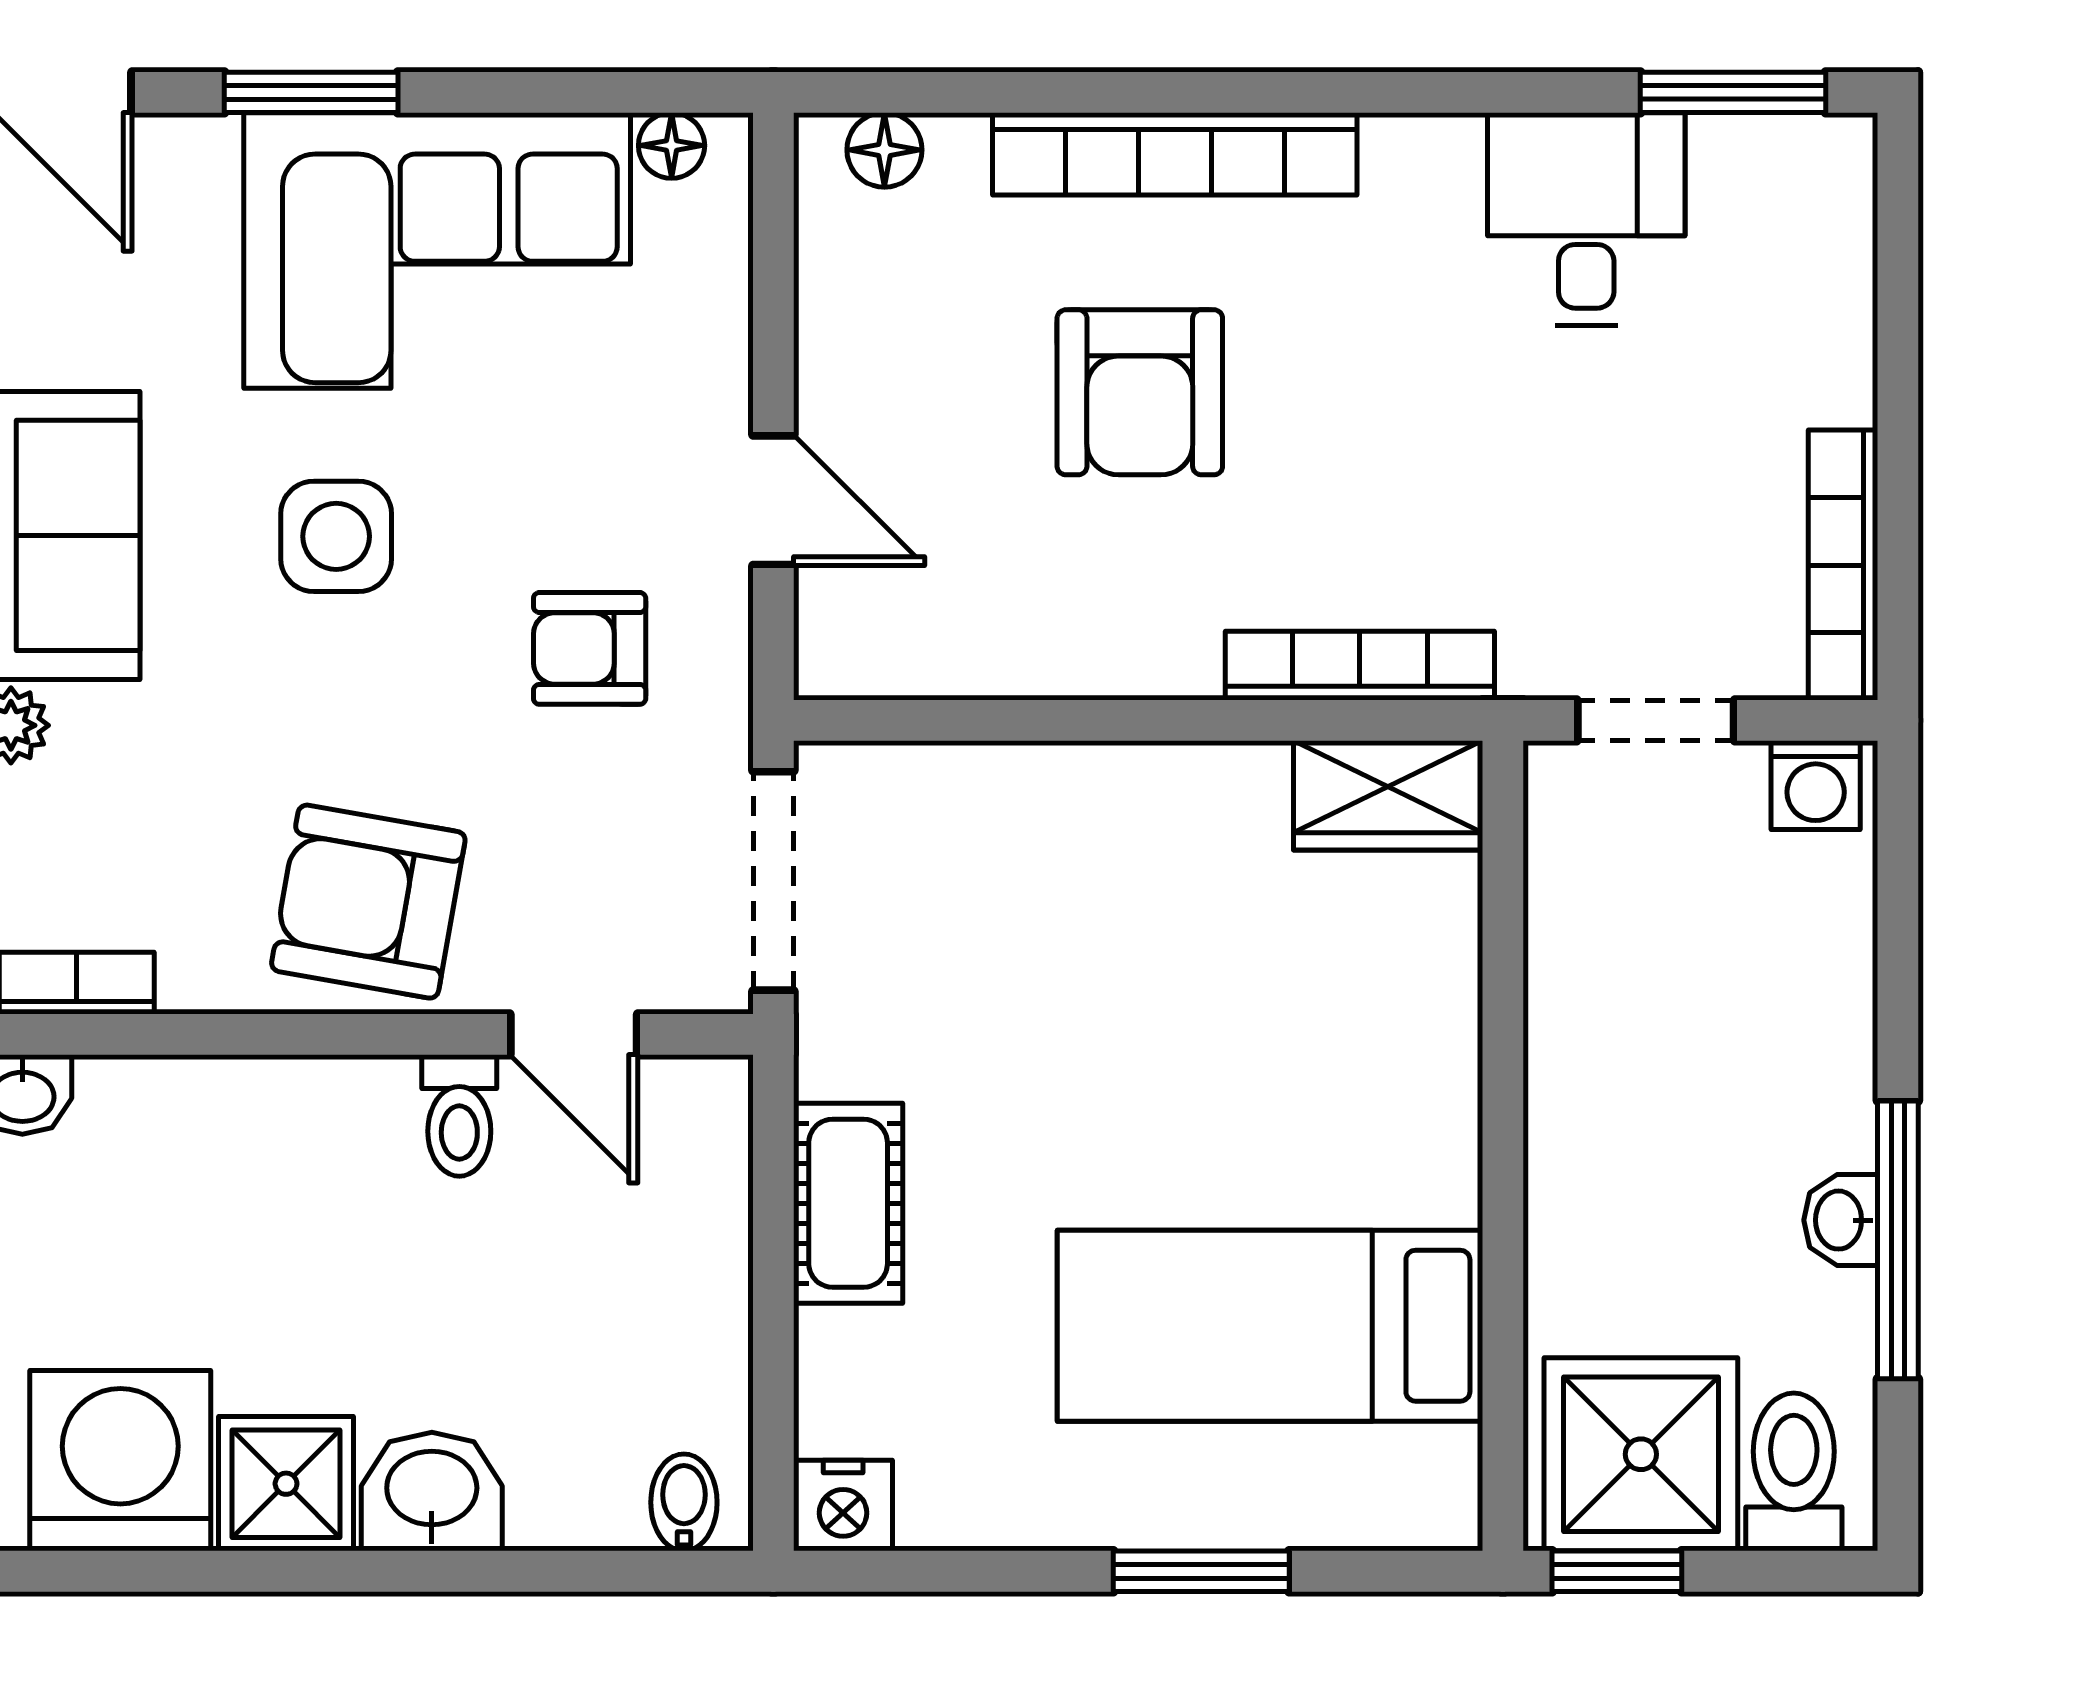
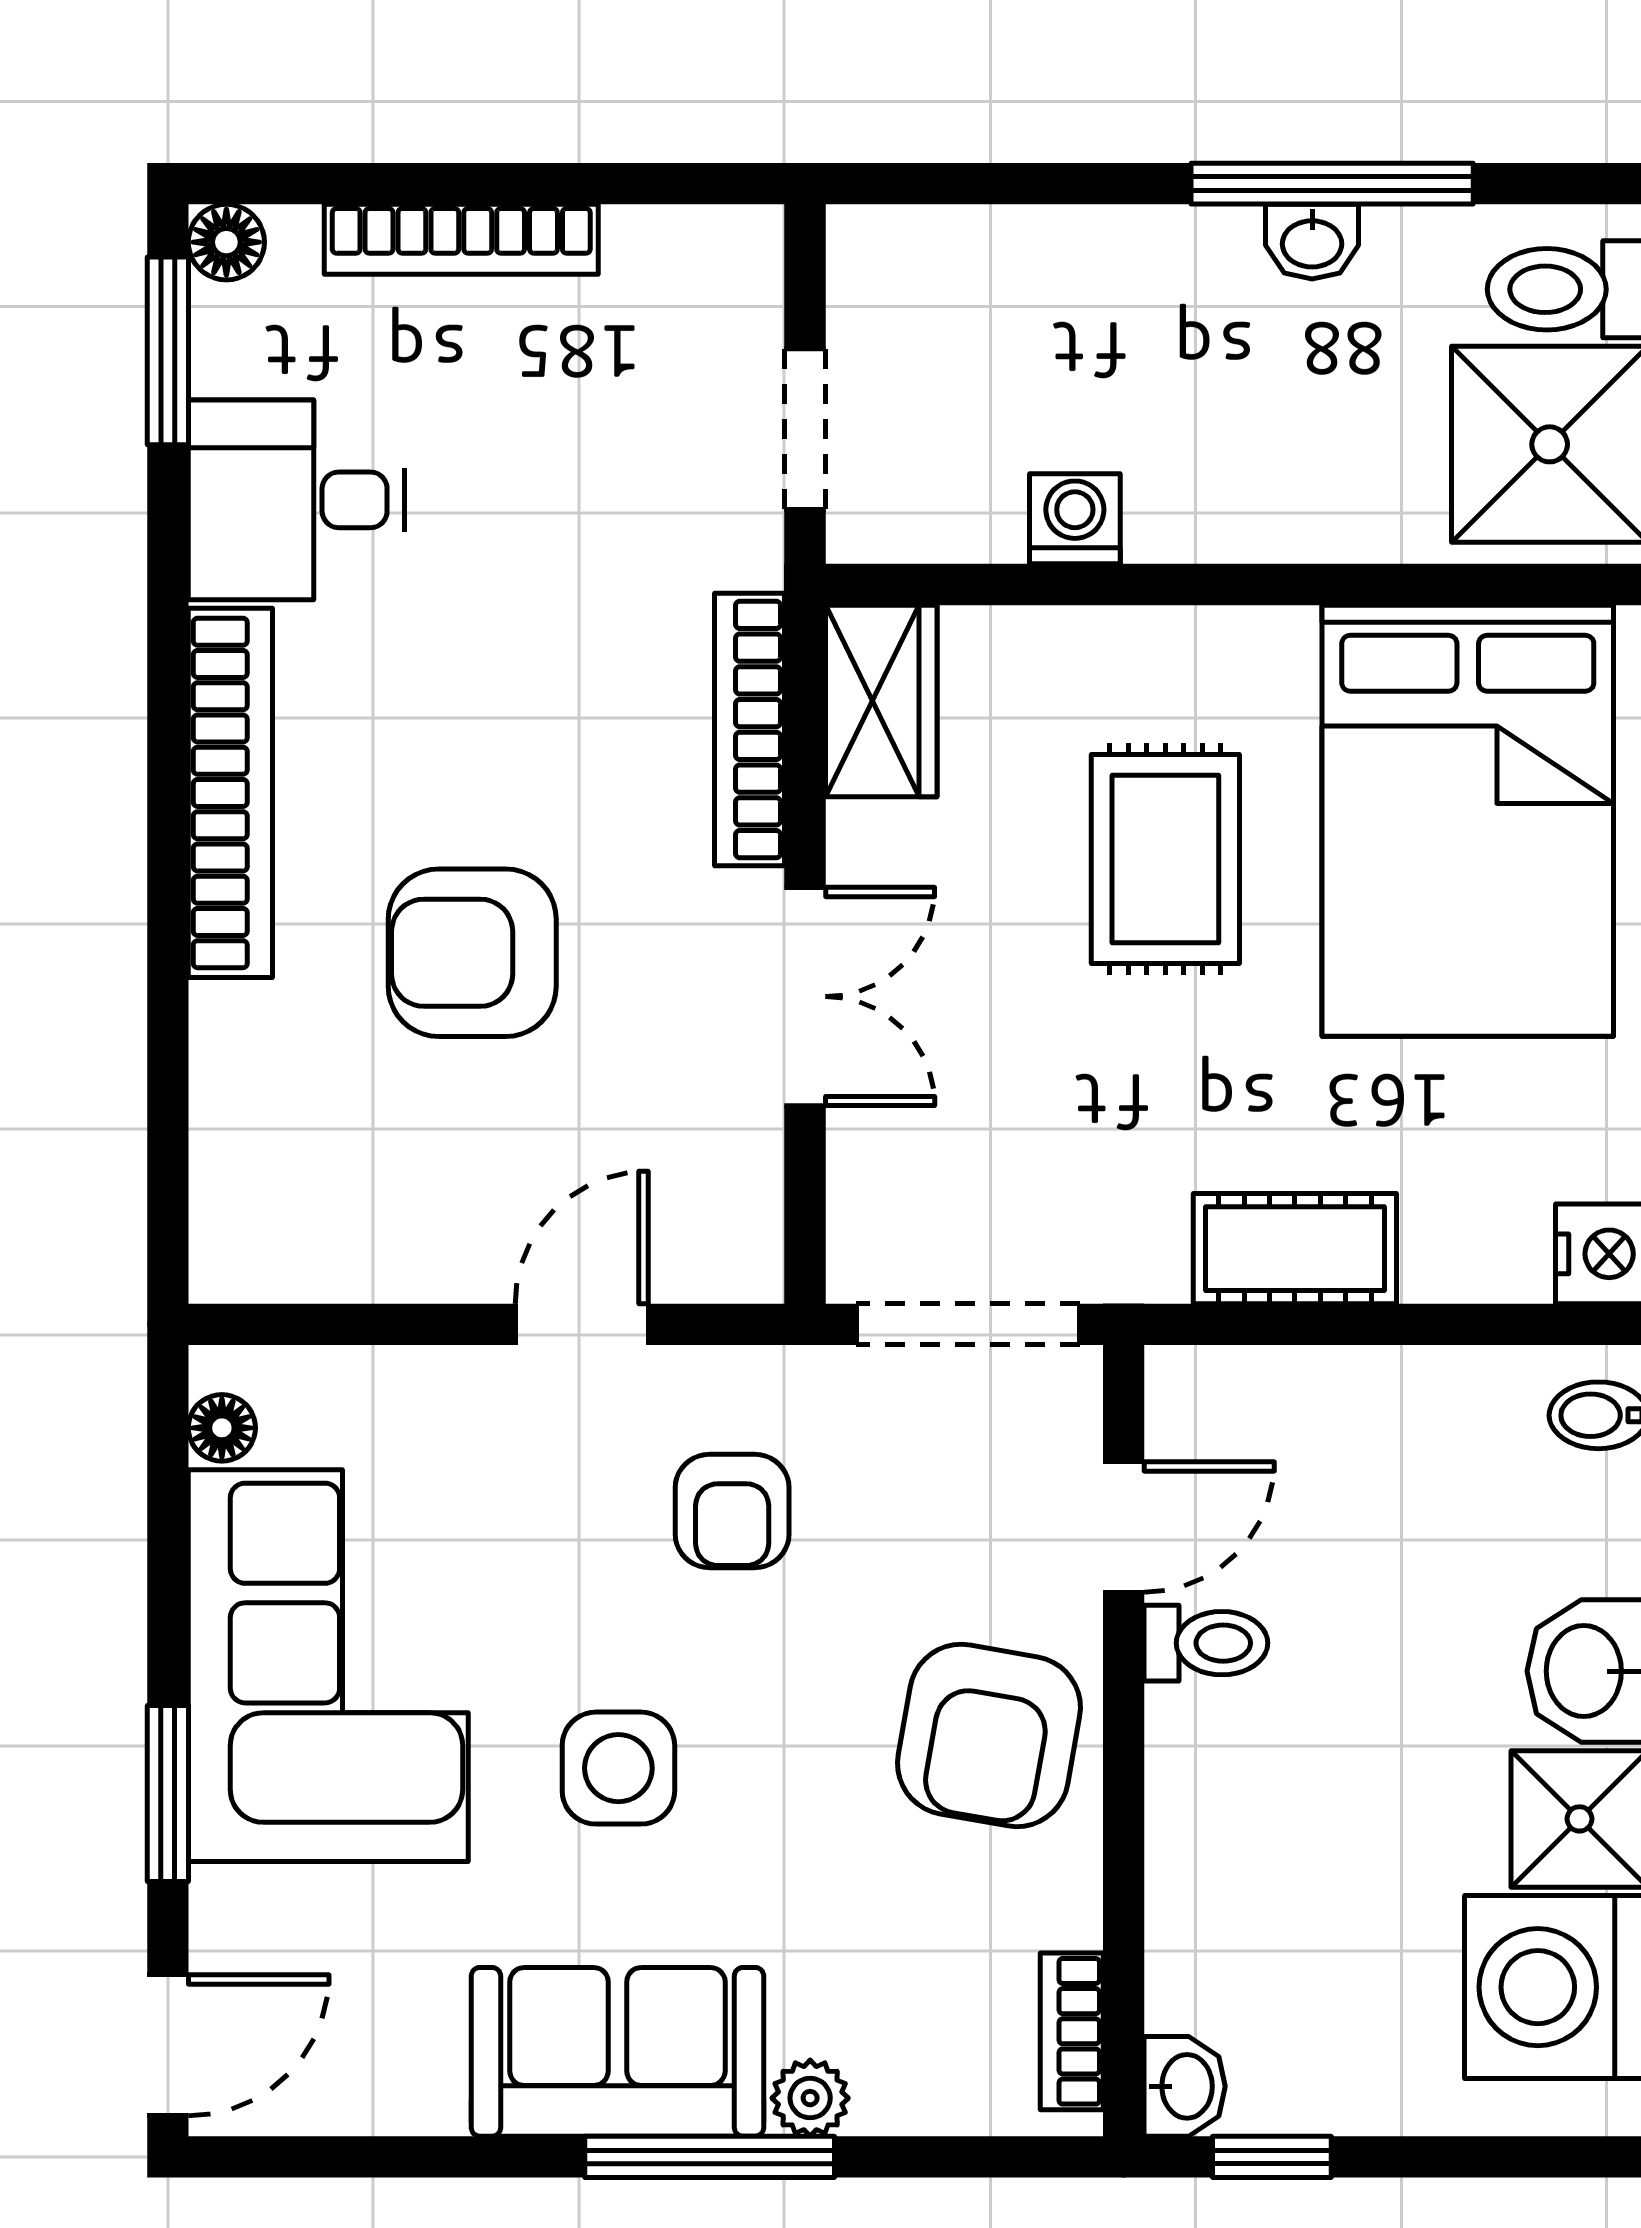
floor lamp: (884, 150) -> (226, 242), moved
bookcase: (1175, 154) -> (230, 793), moved
armchair: (1140, 392) -> (472, 953), turned 180
bookcase: (1843, 565) -> (461, 239), moved
double door: (1097, 720) -> (805, 996), added
washing machine: (1816, 785) -> (1075, 519), moved, turned -90
rug: (1232, 1076) -> (1165, 859), added
bed: (1270, 1326) -> (1468, 821), width x1.50

